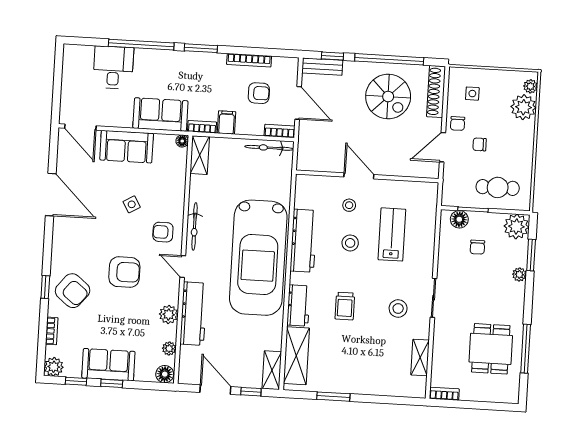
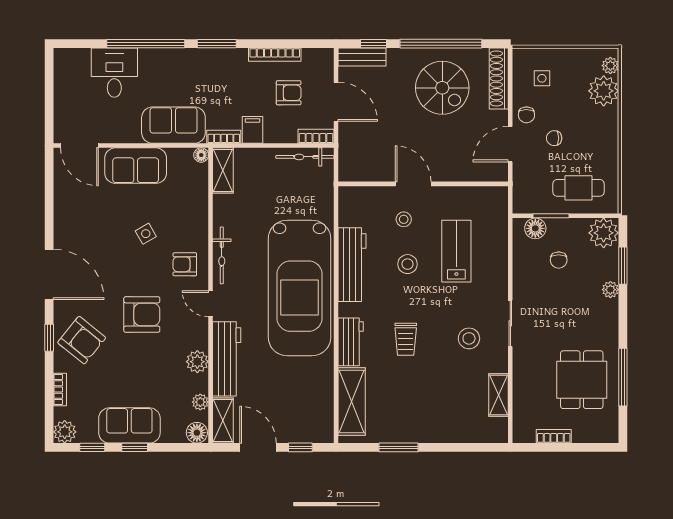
door: (51, 195) -> (49, 274), moved
shelving: (272, 370) -> (223, 420), moved
bookcase: (444, 394) -> (554, 436), moved

